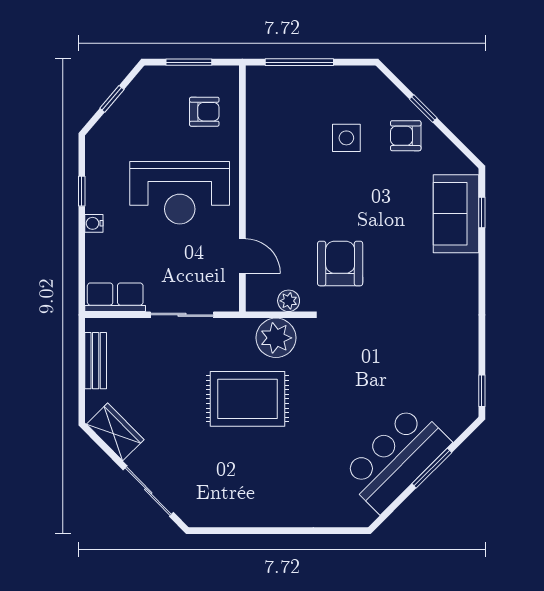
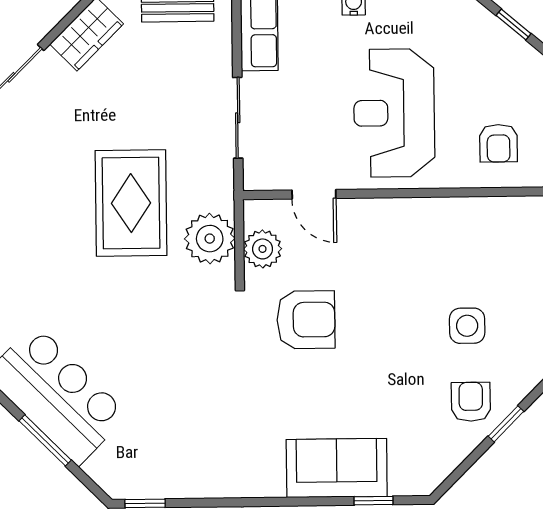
sofa: (456, 214) -> (337, 468), moved
door: (242, 256) -> (314, 194), hinge flipped
plant: (289, 301) -> (263, 249), width x1.38, depth x1.38

